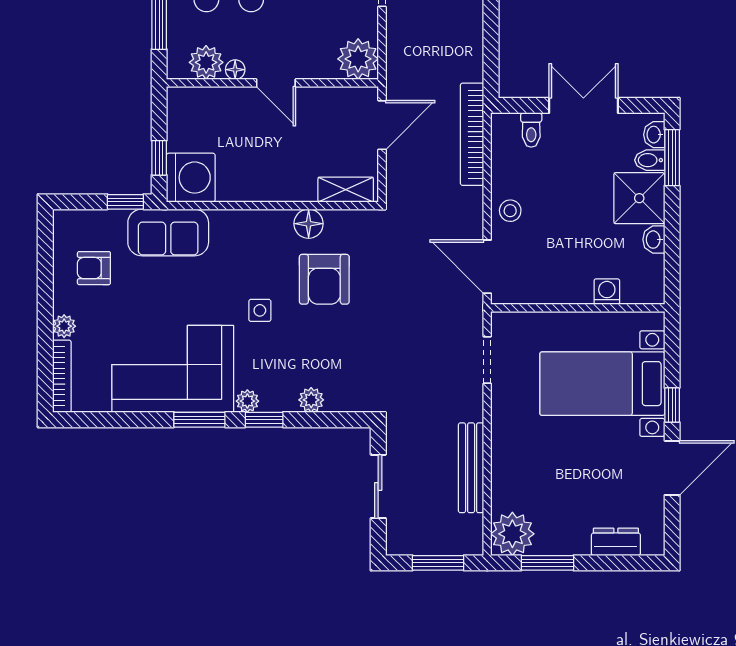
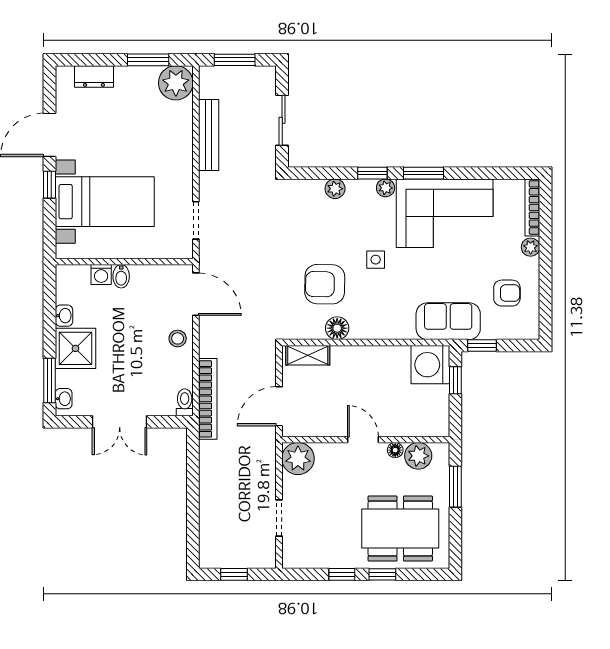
toilet: (531, 130) -> (185, 402), moved
bidet: (650, 160) -> (121, 276), moved, turned 90
armchair: (324, 279) -> (325, 284), turned -89

